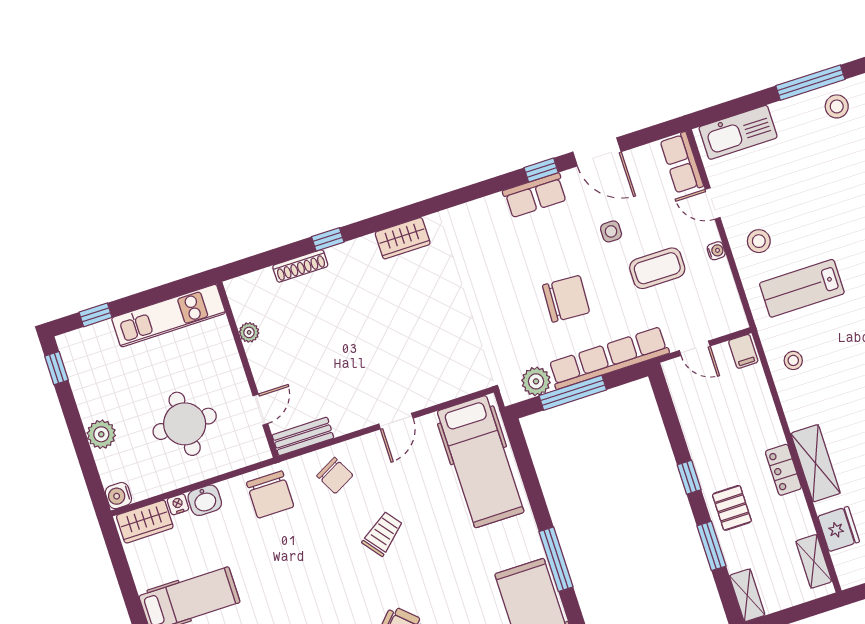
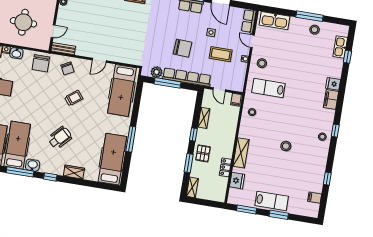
locker: (783, 470) -> (225, 167), moved
shelving: (814, 561) -> (204, 118), moved

